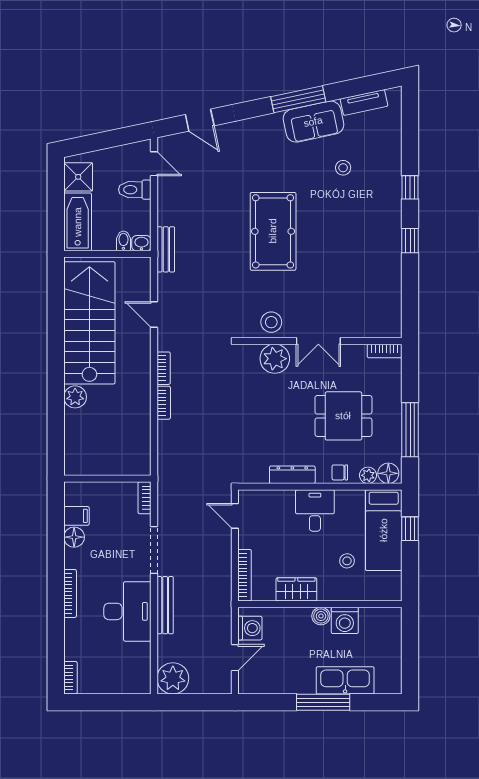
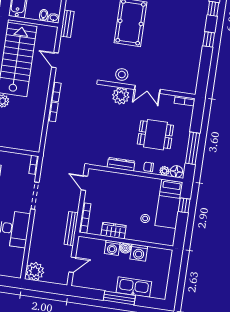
desk: (315, 511) -> (131, 187), removed
bench: (165, 605) -> (71, 229), moved
washing machine: (250, 628) -> (112, 248), moved, turned 90

